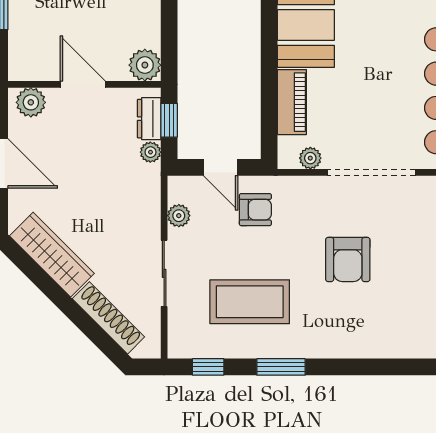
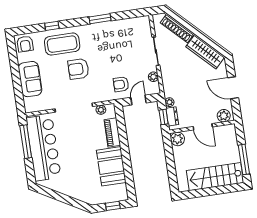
door: (221, 167) -> (139, 100), hinge flipped
armchair: (348, 260) -> (78, 69), turned -90
coffee table: (250, 302) -> (62, 44), moved
window: (208, 367) -> (52, 26), moved

